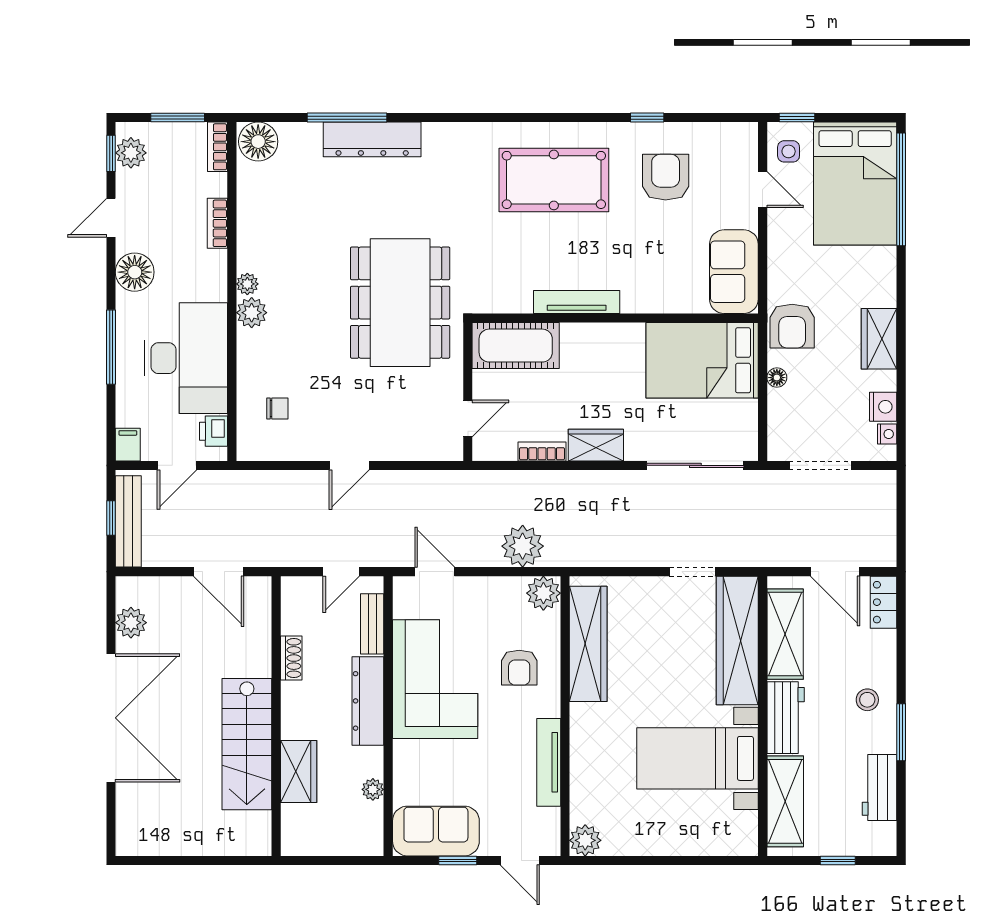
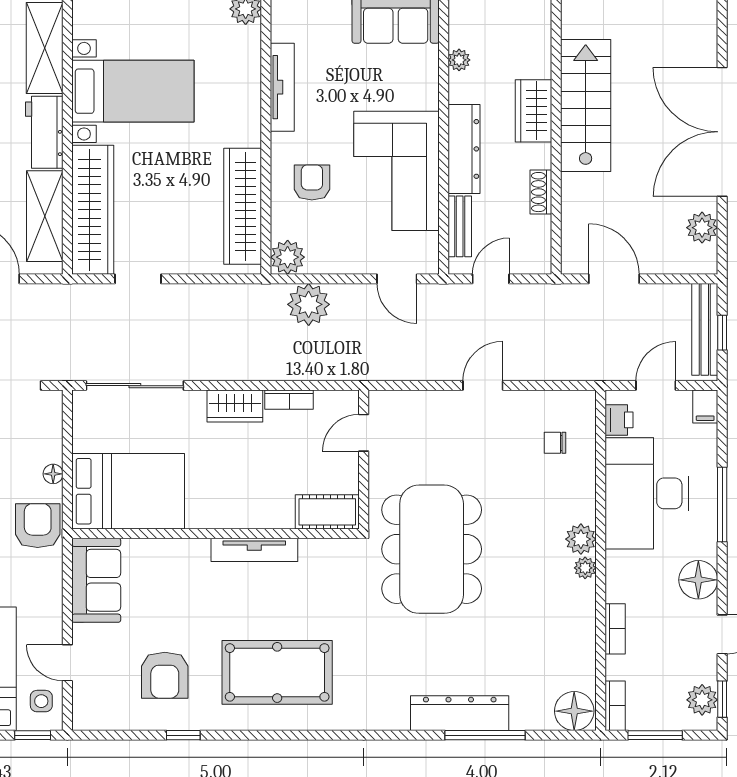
cot: (516, 346) -> (327, 512), width x0.73, depth x0.75
wardrobe: (299, 771) -> (534, 111), moved

